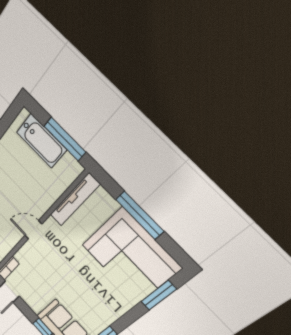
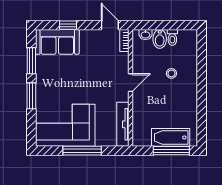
window: (65, 139) -> (171, 151), moved
window: (159, 295) -> (31, 96), moved

